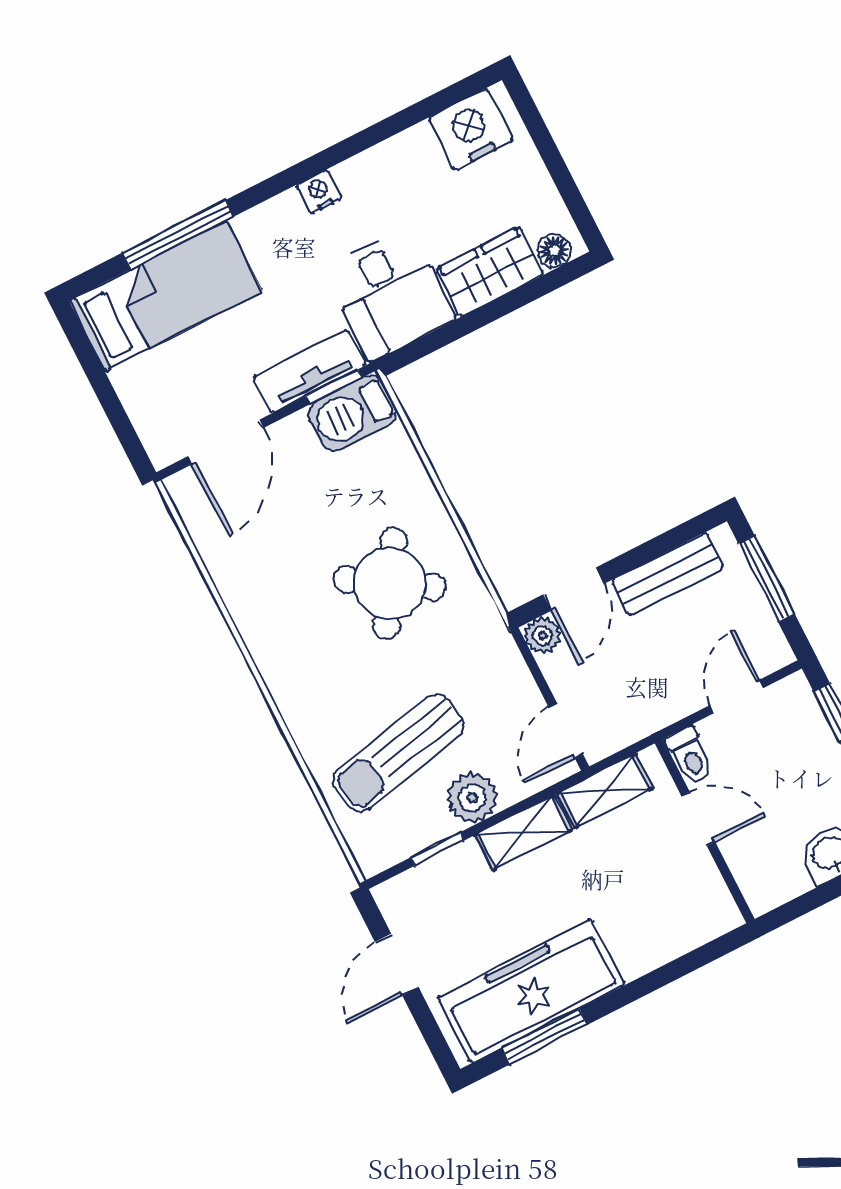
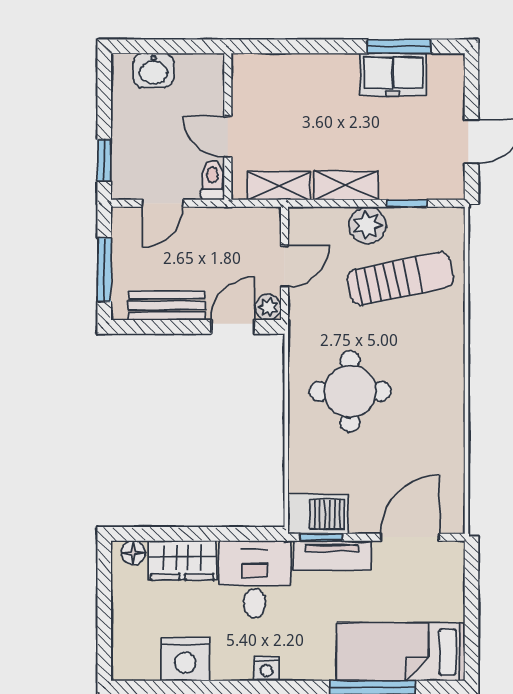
nightstand: (471, 129) -> (185, 659), moved
round table: (390, 583) -> (350, 391), turned -32
door: (566, 730) -> (285, 266), moved
freezer: (531, 991) -> (393, 74), width x0.52, depth x0.79

